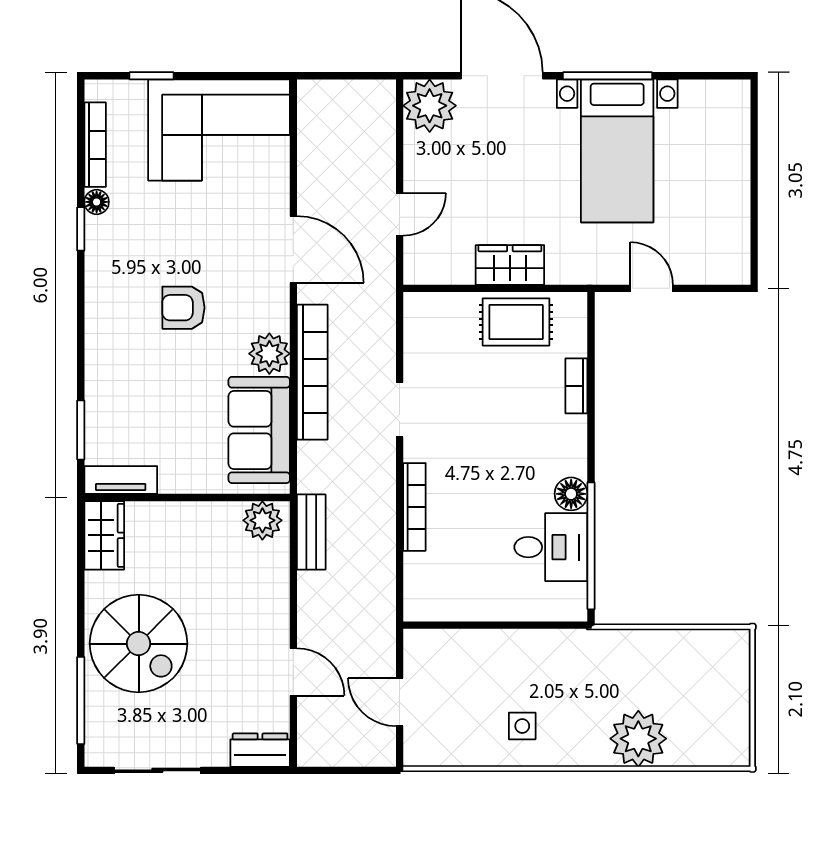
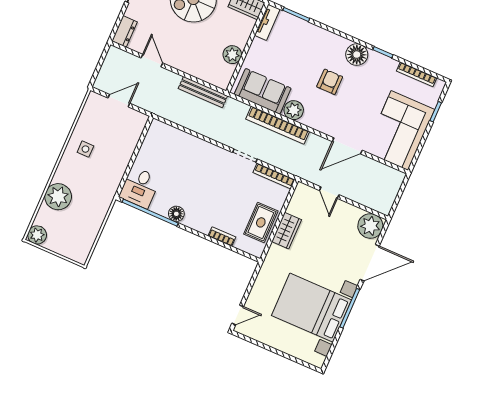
bed with nightstands: (617, 151) -> (311, 308), width x1.36
floor lamp: (97, 202) -> (357, 55), moved, width x1.89, depth x1.89
door: (293, 249) -> (347, 146), moved
door: (652, 288) -> (238, 315), moved
bookcase: (414, 507) -> (274, 176), moved
plant: (262, 520) -> (232, 55), moved
bench: (311, 532) -> (203, 92), width x1.36
desk: (551, 547) -> (140, 187), moved
door: (293, 672) -> (152, 61), swing flipped
plant: (731, 747) -> (37, 235), added

